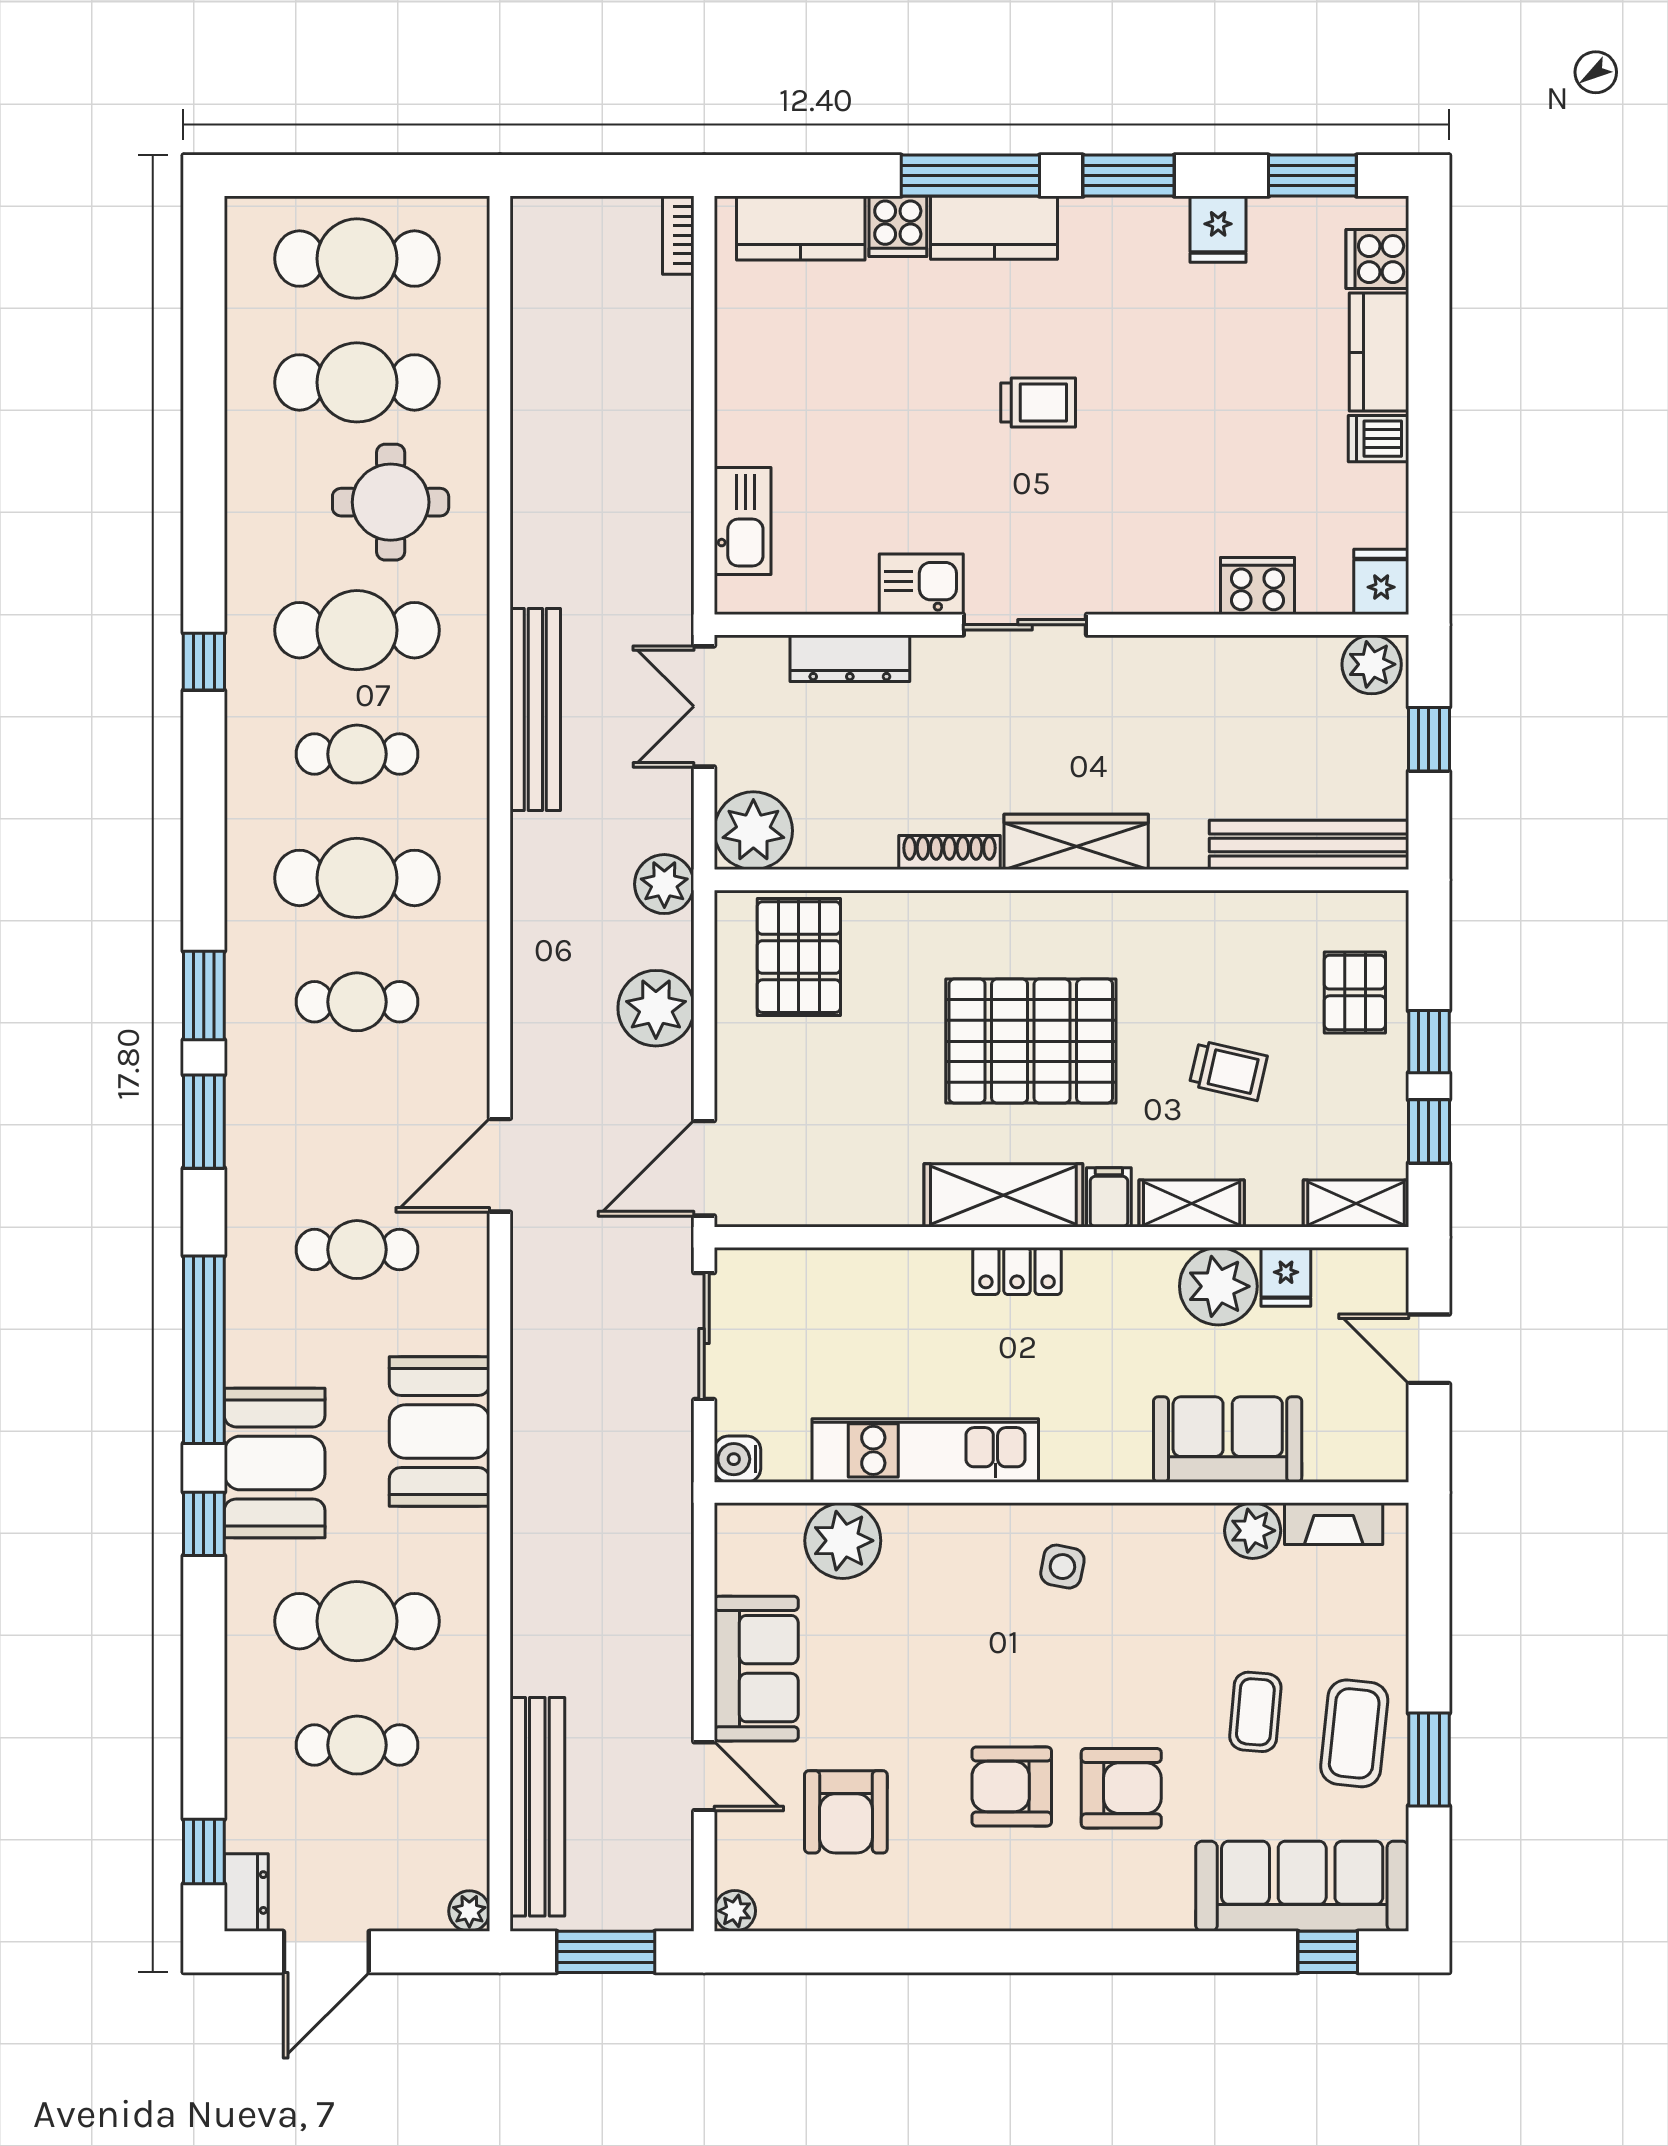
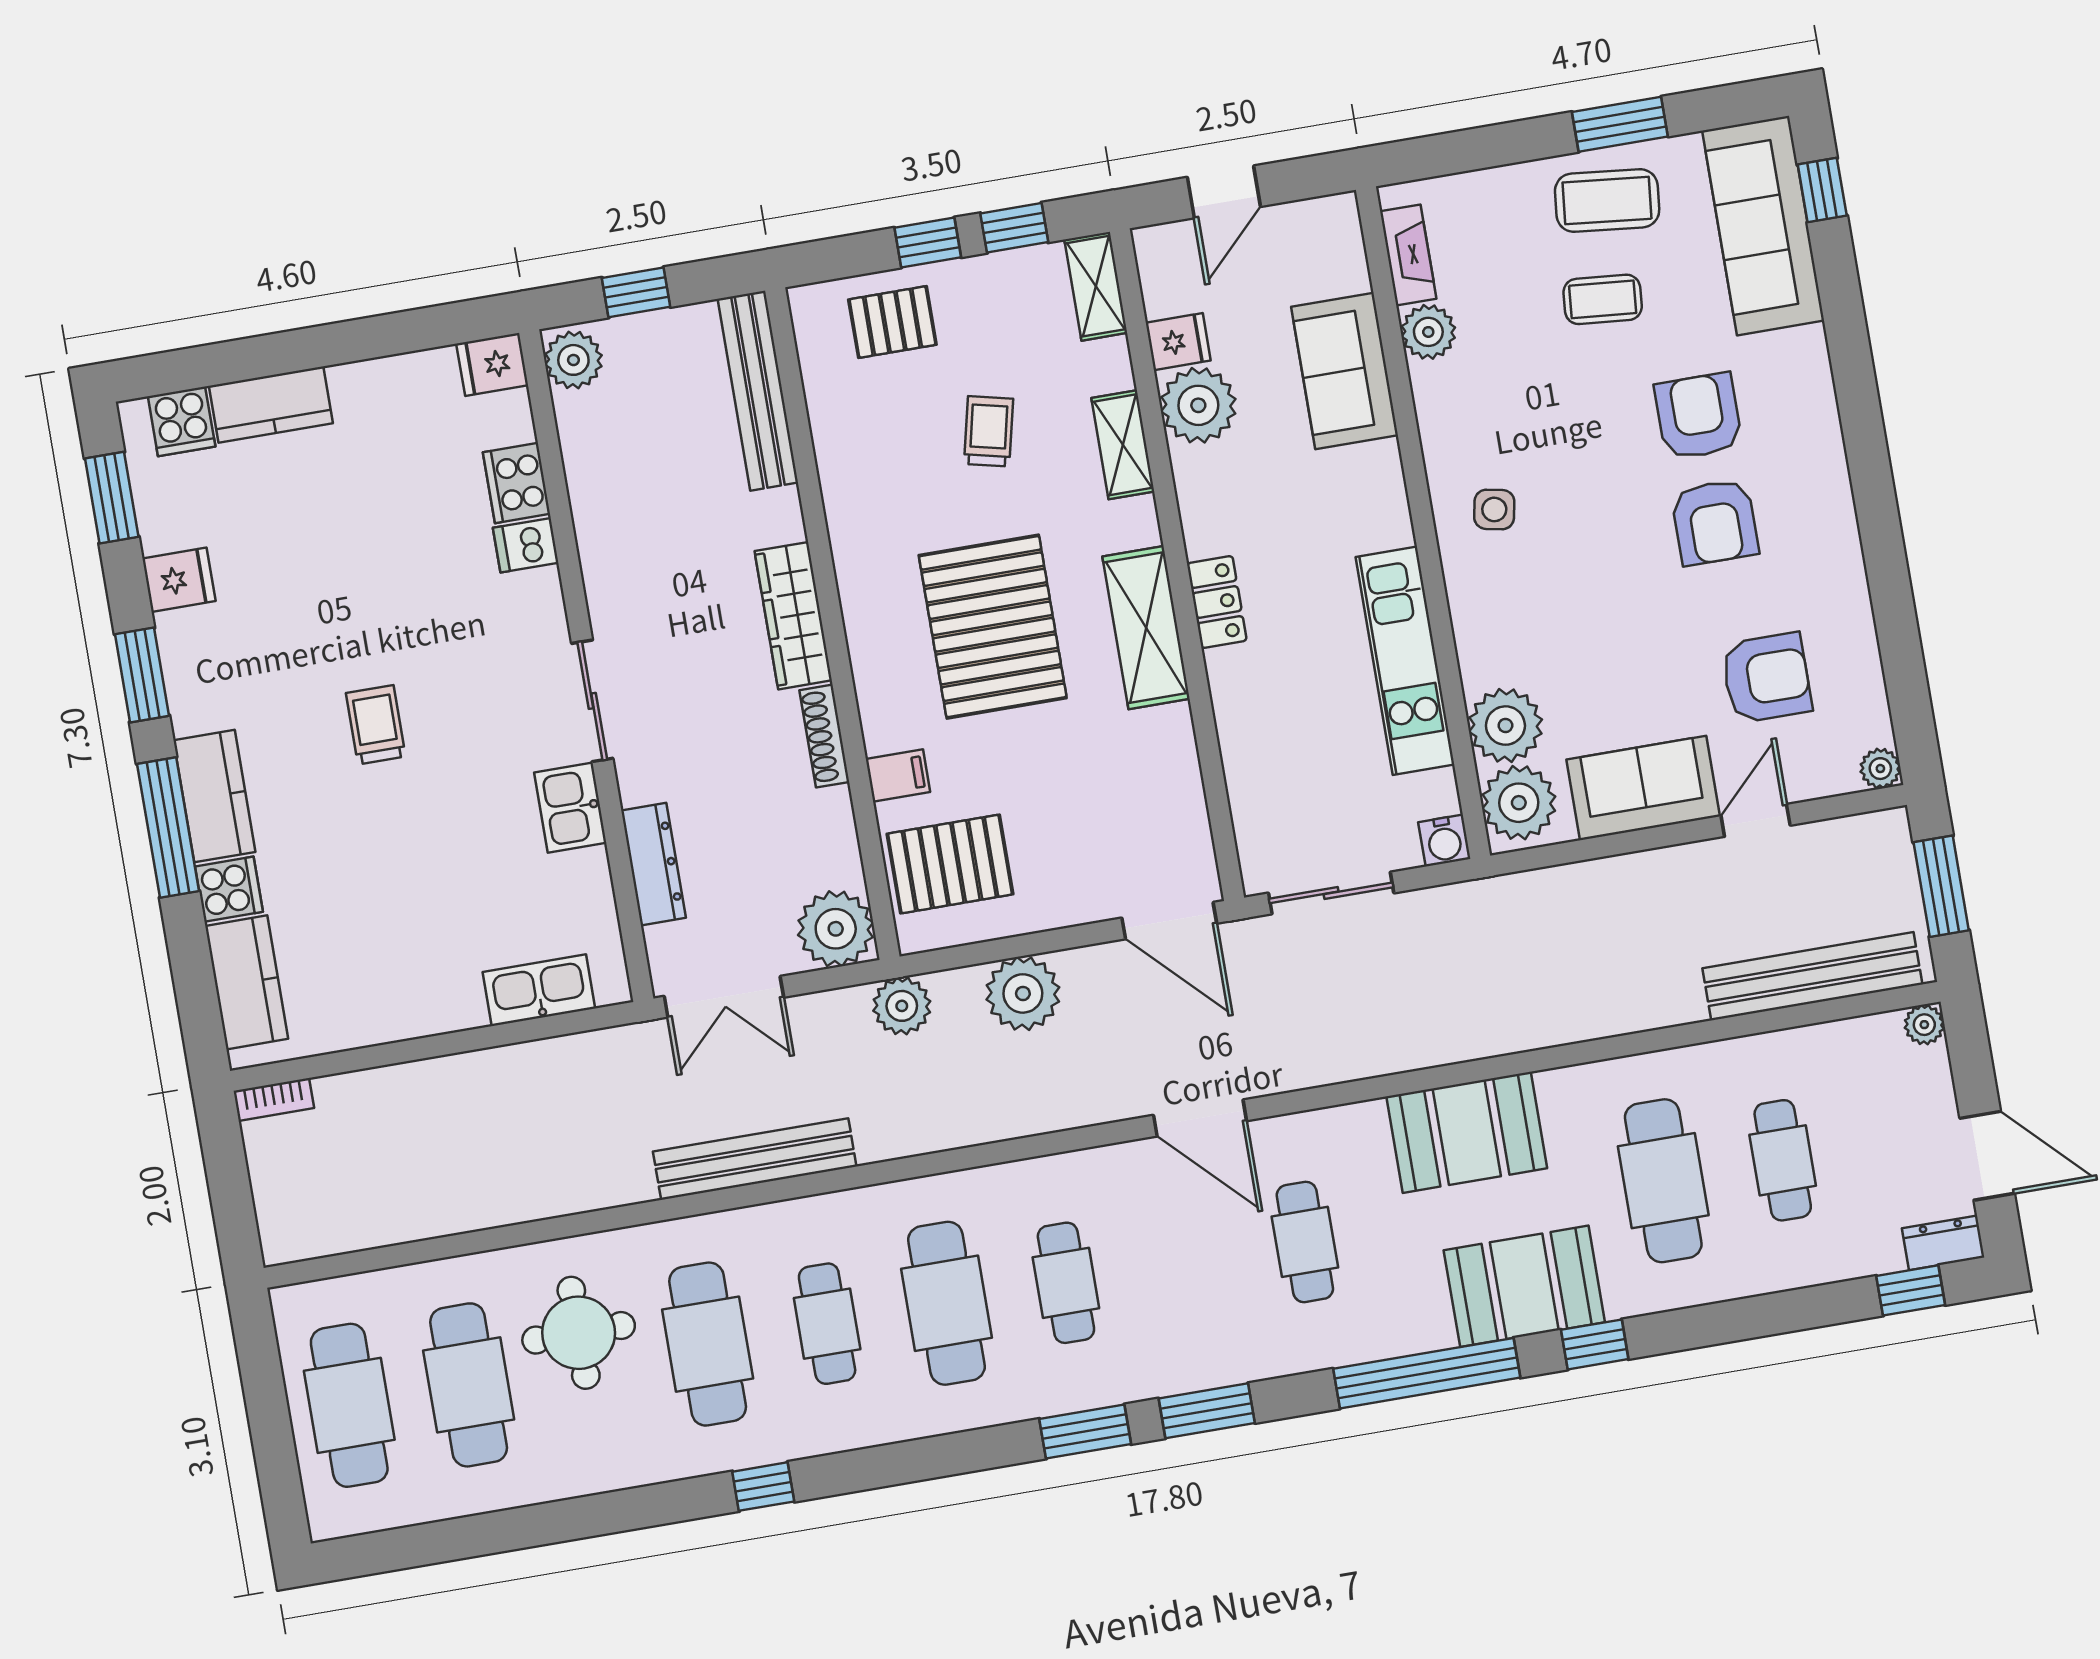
dishwasher: (1378, 439) -> (526, 545), moved, turned 90
filing cabinet: (1109, 1197) -> (898, 776), moved, turned 180
plant: (763, 1541) -> (1519, 803), added

